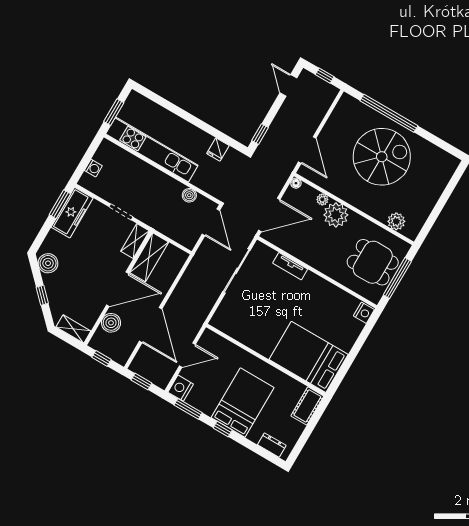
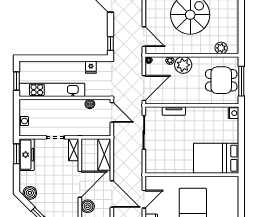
shelving: (149, 257) -> (104, 155), moved
cot: (307, 406) -> (232, 188), removed

